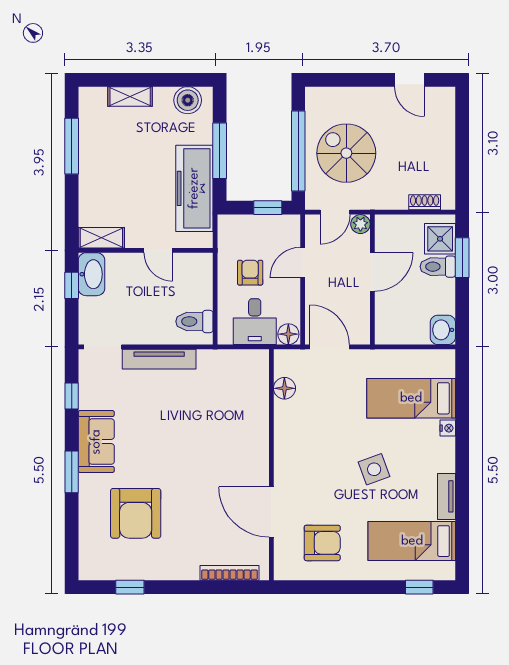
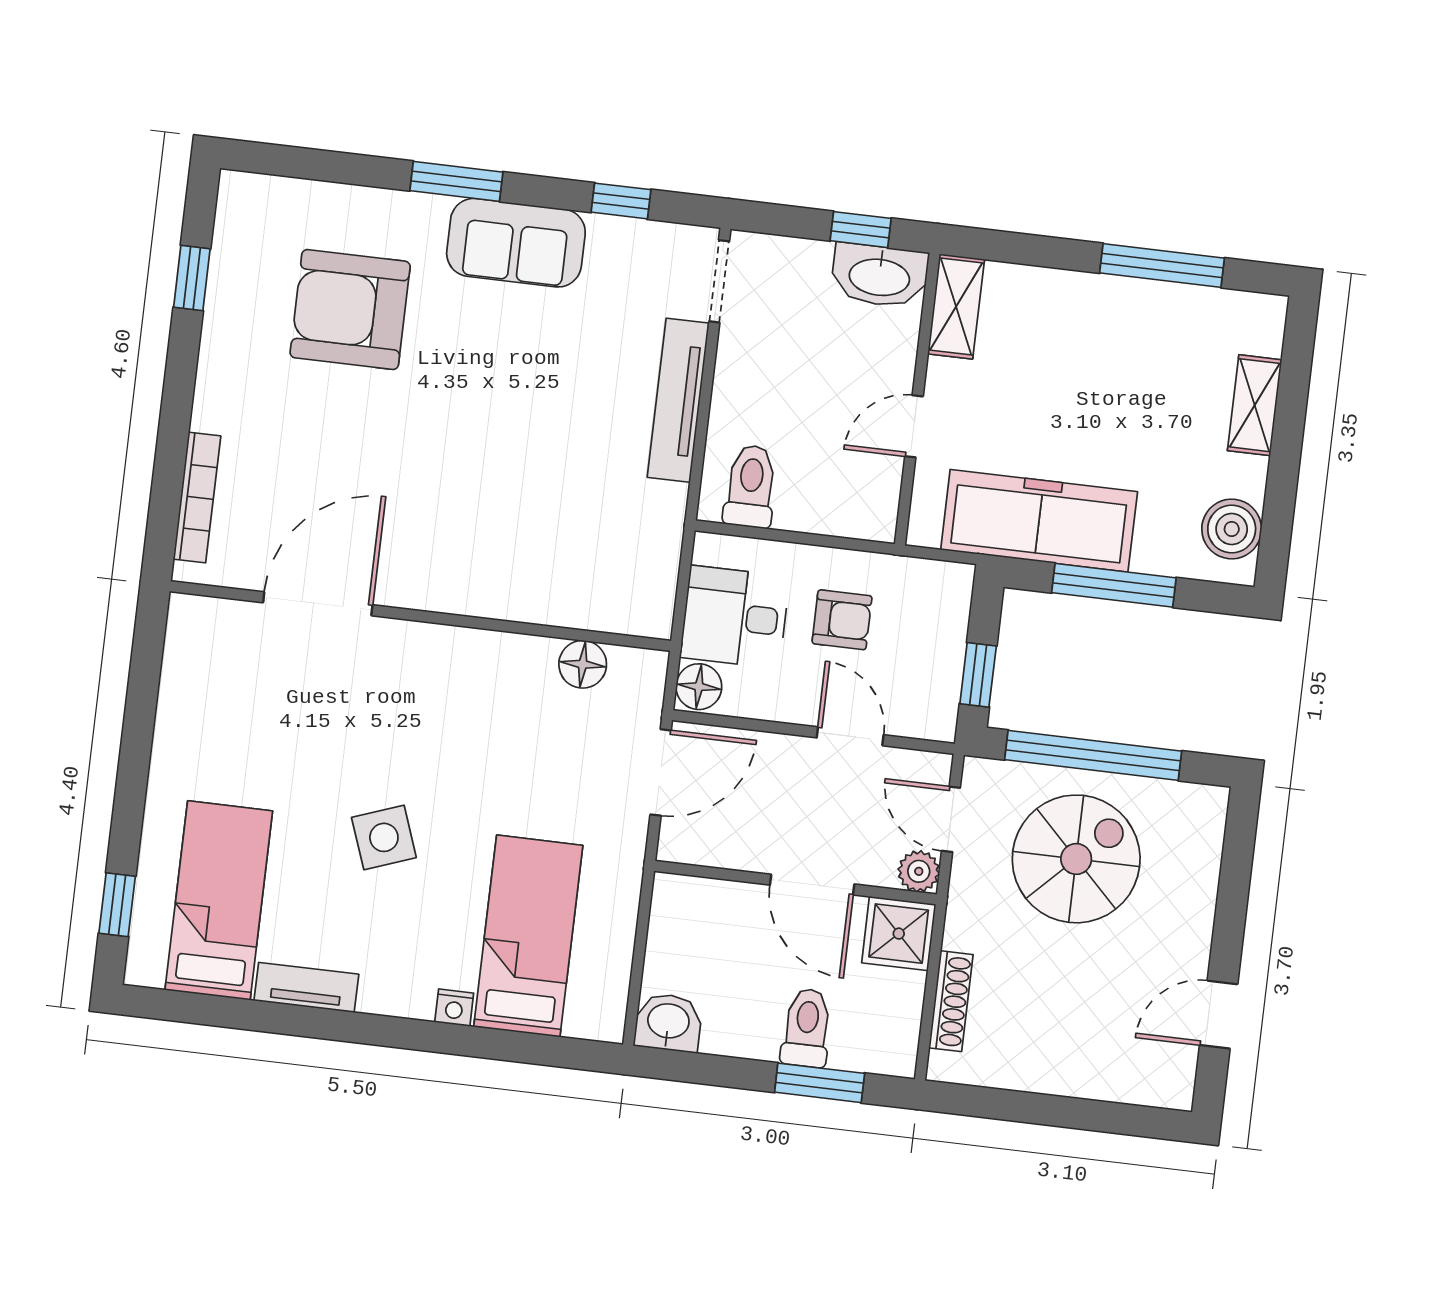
shoe rack: (425, 202) -> (951, 1001), width x1.43
shower: (440, 239) -> (899, 934), moved
armchair: (322, 543) -> (238, 706), removed

